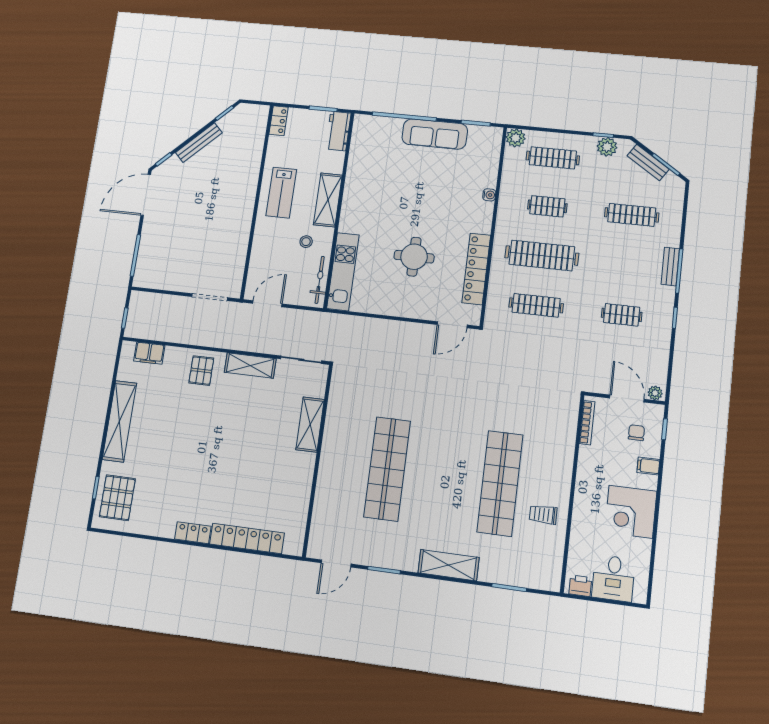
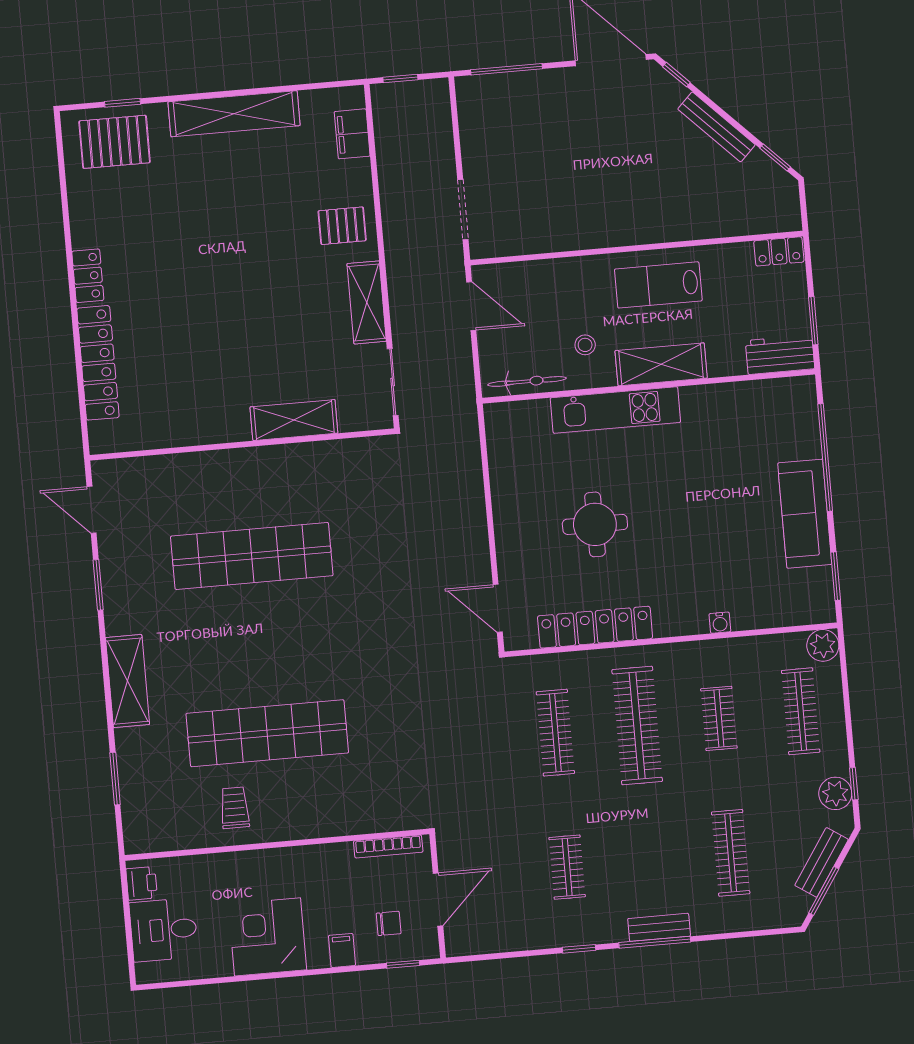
kitchen unit: (343, 272) -> (615, 410), moved
plant: (655, 393) -> (456, 940), removed

